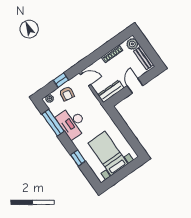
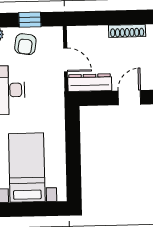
door: (85, 79) -> (66, 60), moved

